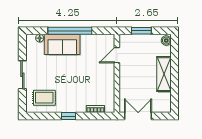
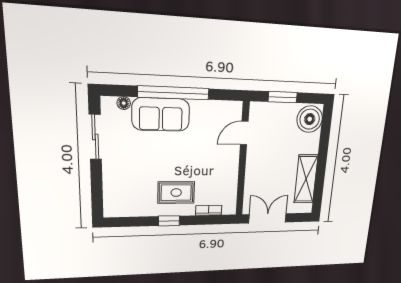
boiler: (166, 41) -> (310, 119), width x1.86, depth x1.86
shelving: (164, 74) -> (306, 179), moved
sliding door: (22, 75) -> (95, 137), moved
rug: (44, 98) -> (176, 193), moved

